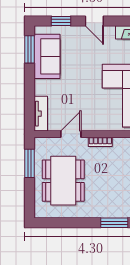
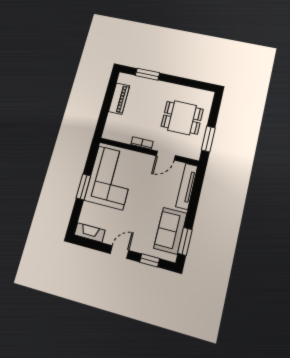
door: (94, 21) -> (119, 252), hinge flipped
tv unit: (41, 114) -> (187, 186), width x1.41
dining table: (63, 181) -> (182, 118), width x0.73

